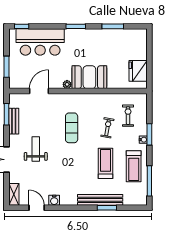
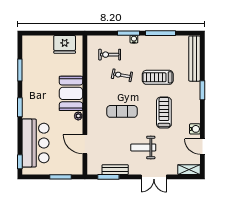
treadmill: (134, 166) -> (164, 113), moved, turned -90
window: (149, 181) -> (160, 33), moved
bench: (100, 200) -> (194, 59), moved
door: (37, 208) -> (202, 147), hinge flipped
window: (107, 208) -> (202, 90), moved

